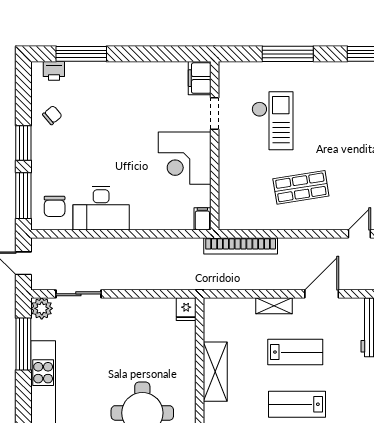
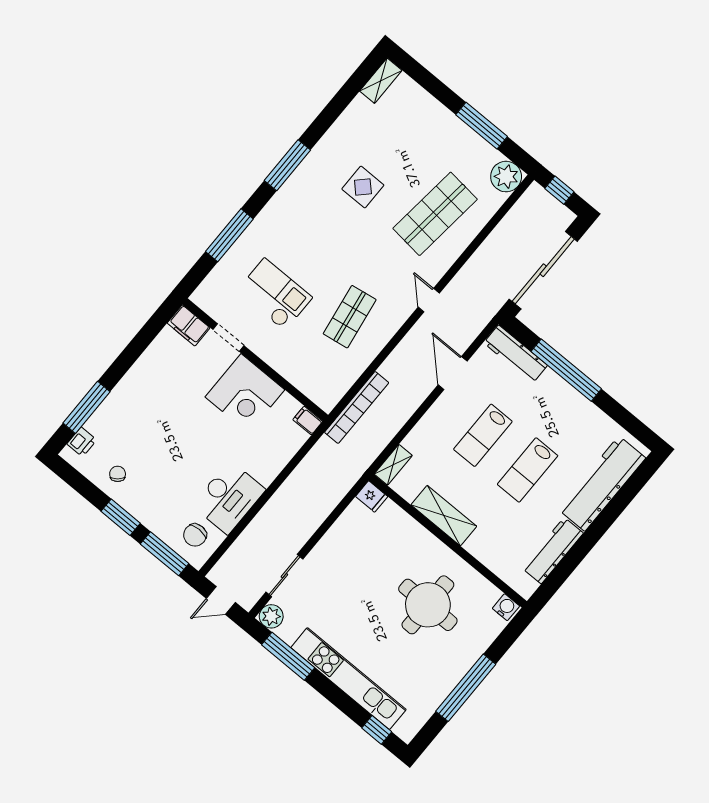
chair: (55, 206) -> (195, 535), turned 90
shelving: (274, 306) -> (393, 465), moved
lab bench: (295, 352) -> (483, 435), turned 180

